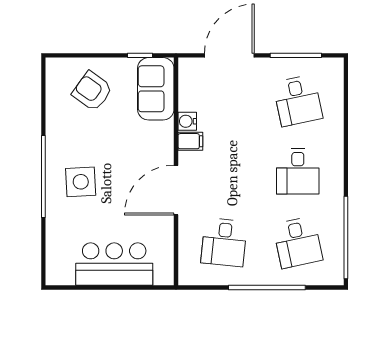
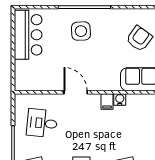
door: (176, 190) -> (76, 92), width x0.73
bar counter: (114, 264) -> (28, 35), moved

